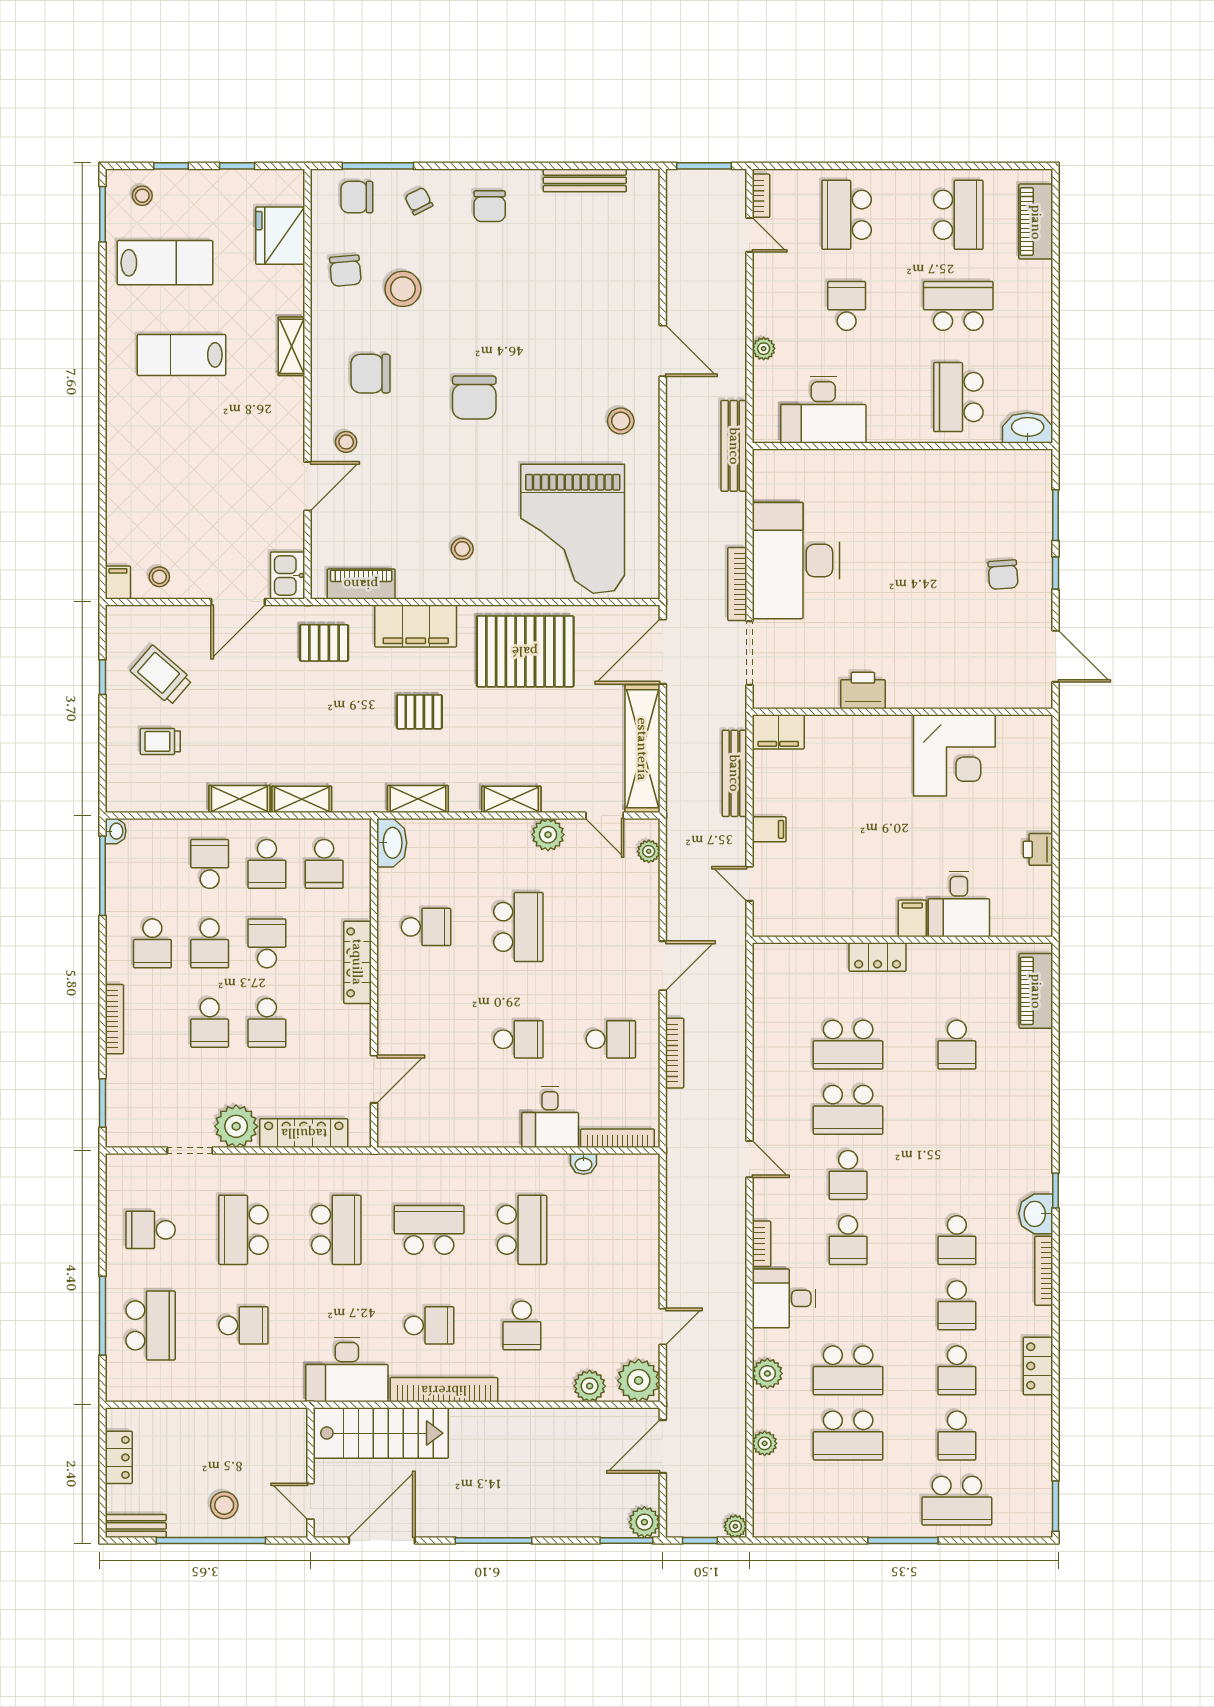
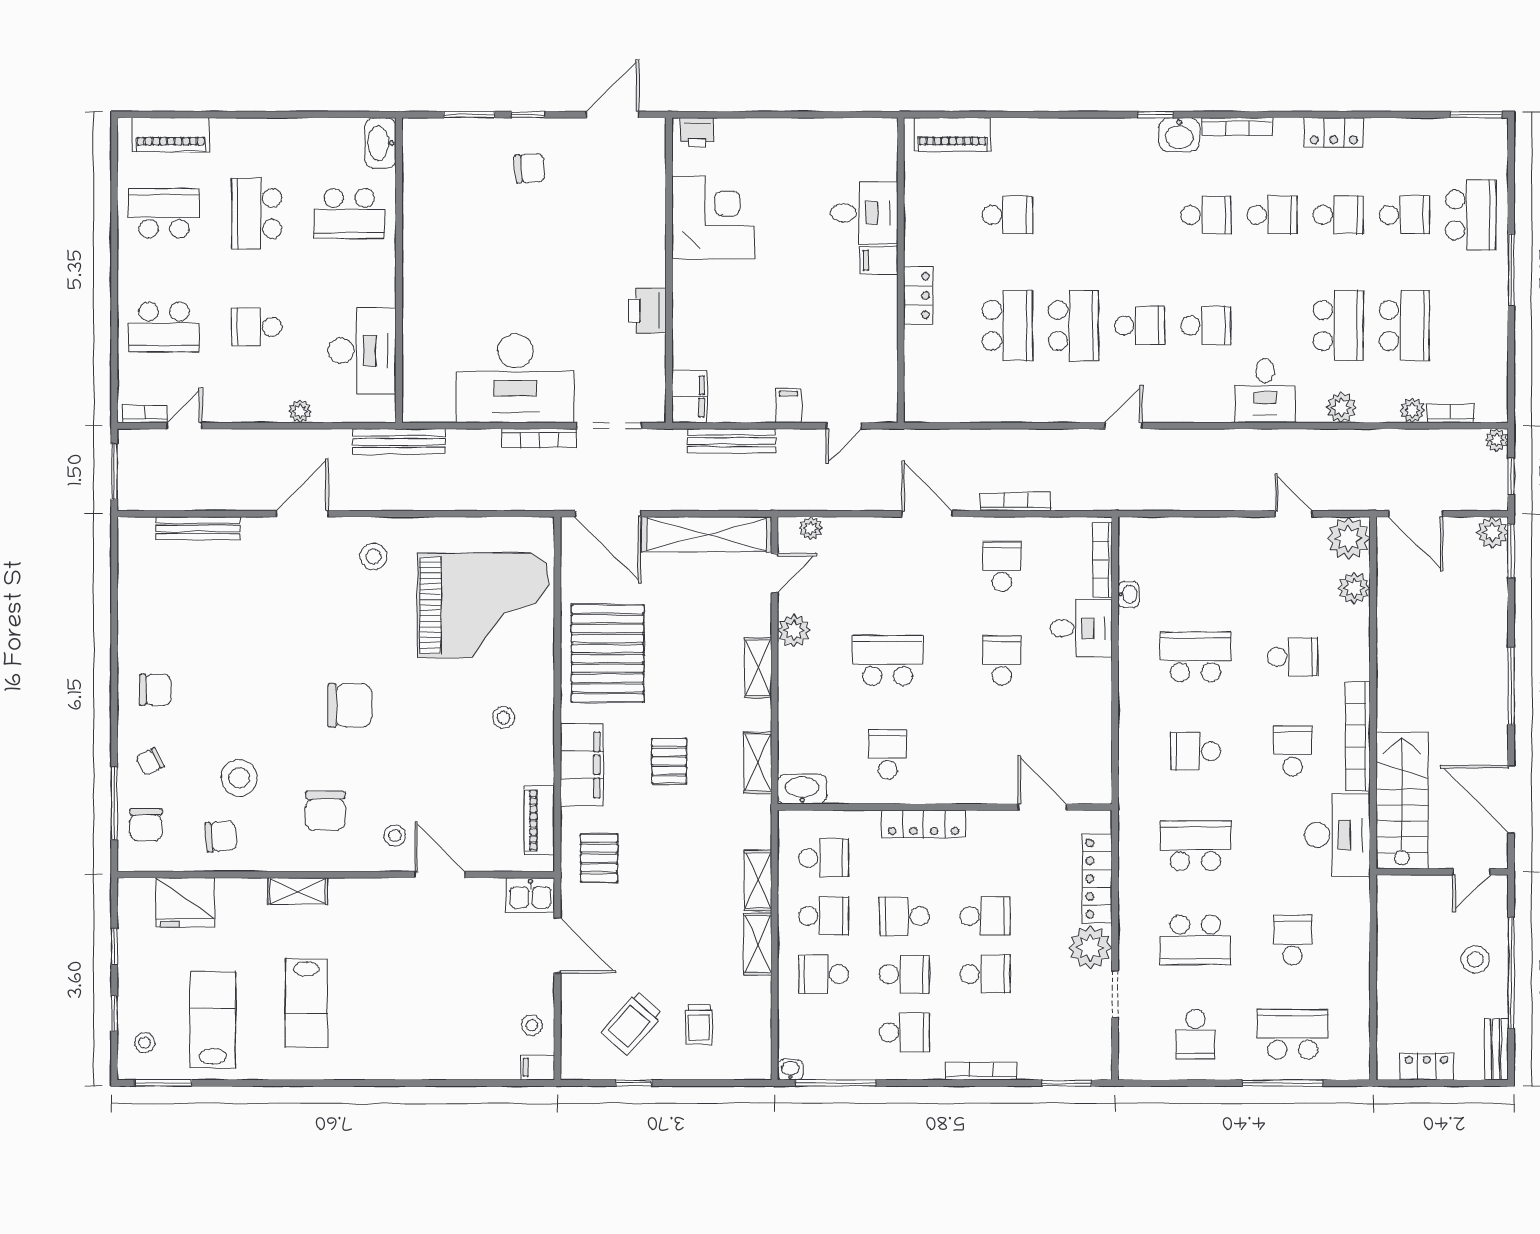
bench: (585, 180) -> (198, 528), moved, turned 90
printer: (1038, 849) -> (697, 132), moved
school desk: (429, 1230) -> (1195, 751), width x0.54
bookcase: (761, 1244) -> (1450, 413), moved

